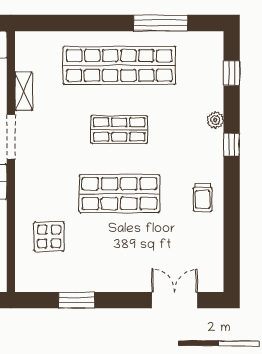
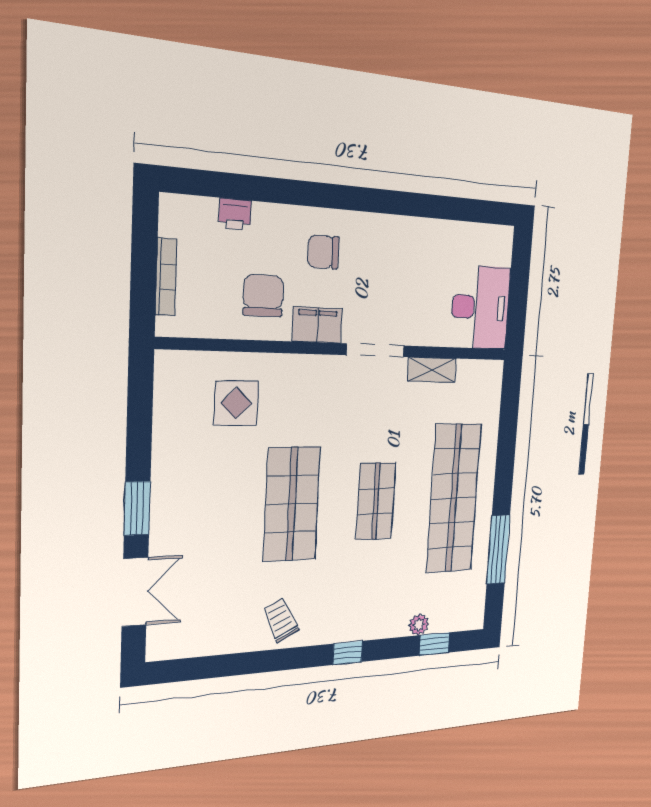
plant: (215, 120) -> (419, 625), moved
trolley: (203, 197) -> (281, 620), turned 64
window: (77, 300) -> (137, 508), moved

